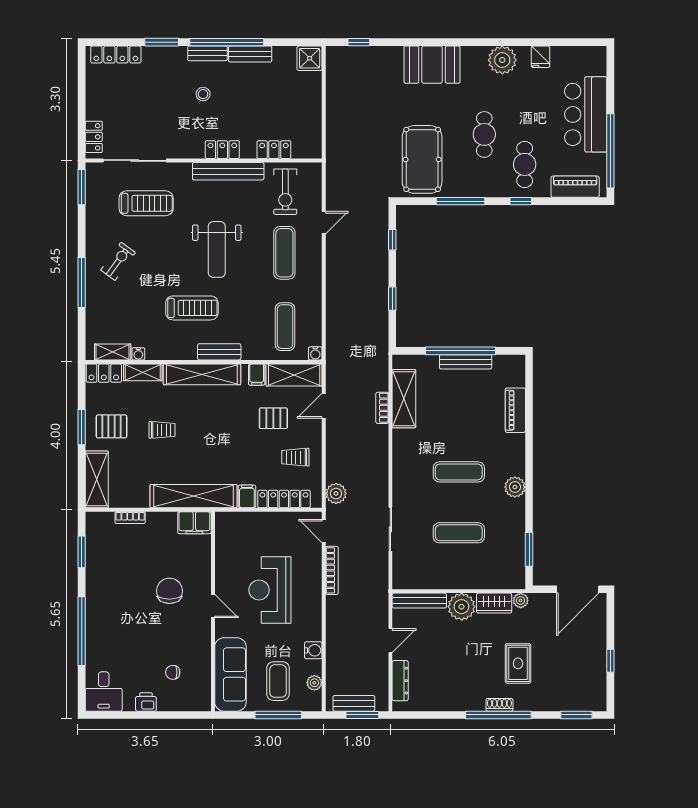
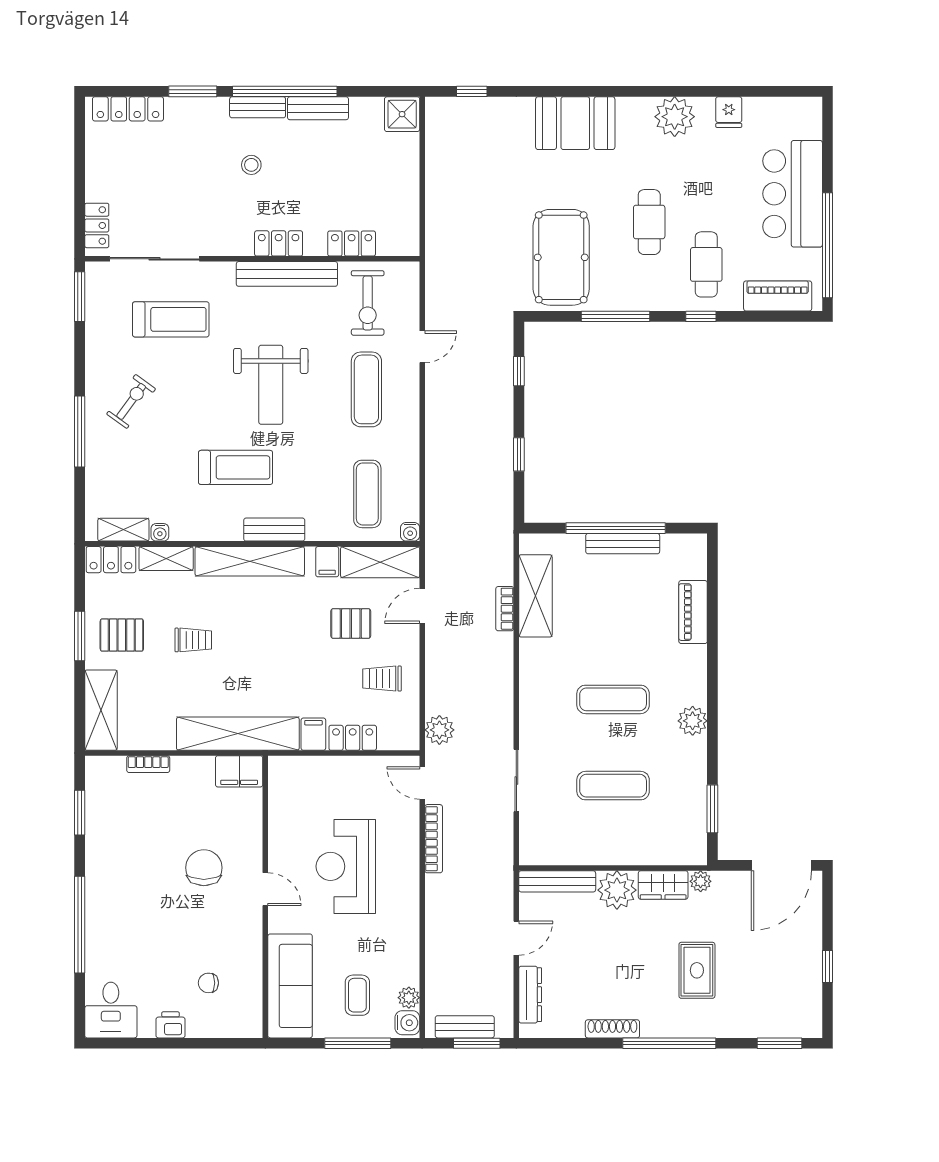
locker: (284, 499) -> (353, 738), width x0.66
water cooler: (313, 650) -> (407, 1023), moved
coffee table: (278, 681) -> (357, 995), width x0.73, depth x0.77
shoe rack: (499, 705) -> (612, 1029), moved, width x1.43

